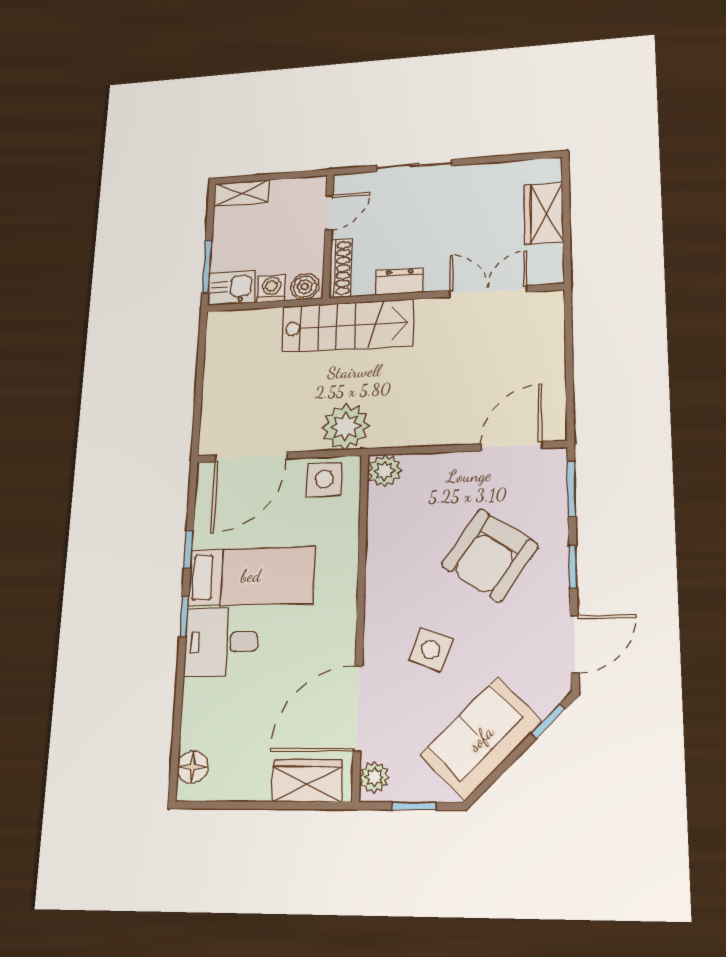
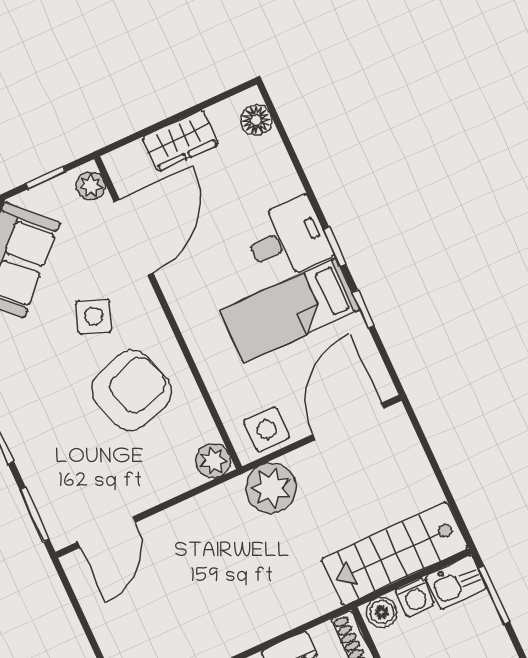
stairs: (347, 326) -> (395, 554), moved
armchair: (490, 555) -> (131, 391), moved, turned 38
wardrobe: (307, 781) -> (180, 141), moved

